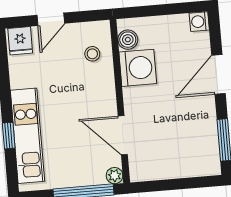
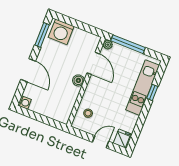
boiler: (128, 40) -> (78, 80), moved
washing machine: (138, 68) -> (61, 32), moved, turned -90
door: (218, 74) -> (28, 70), hinge flipped

